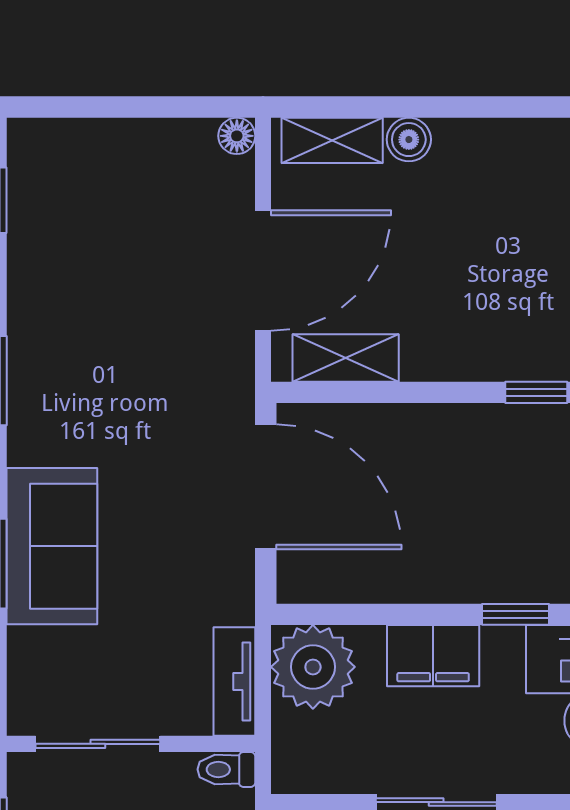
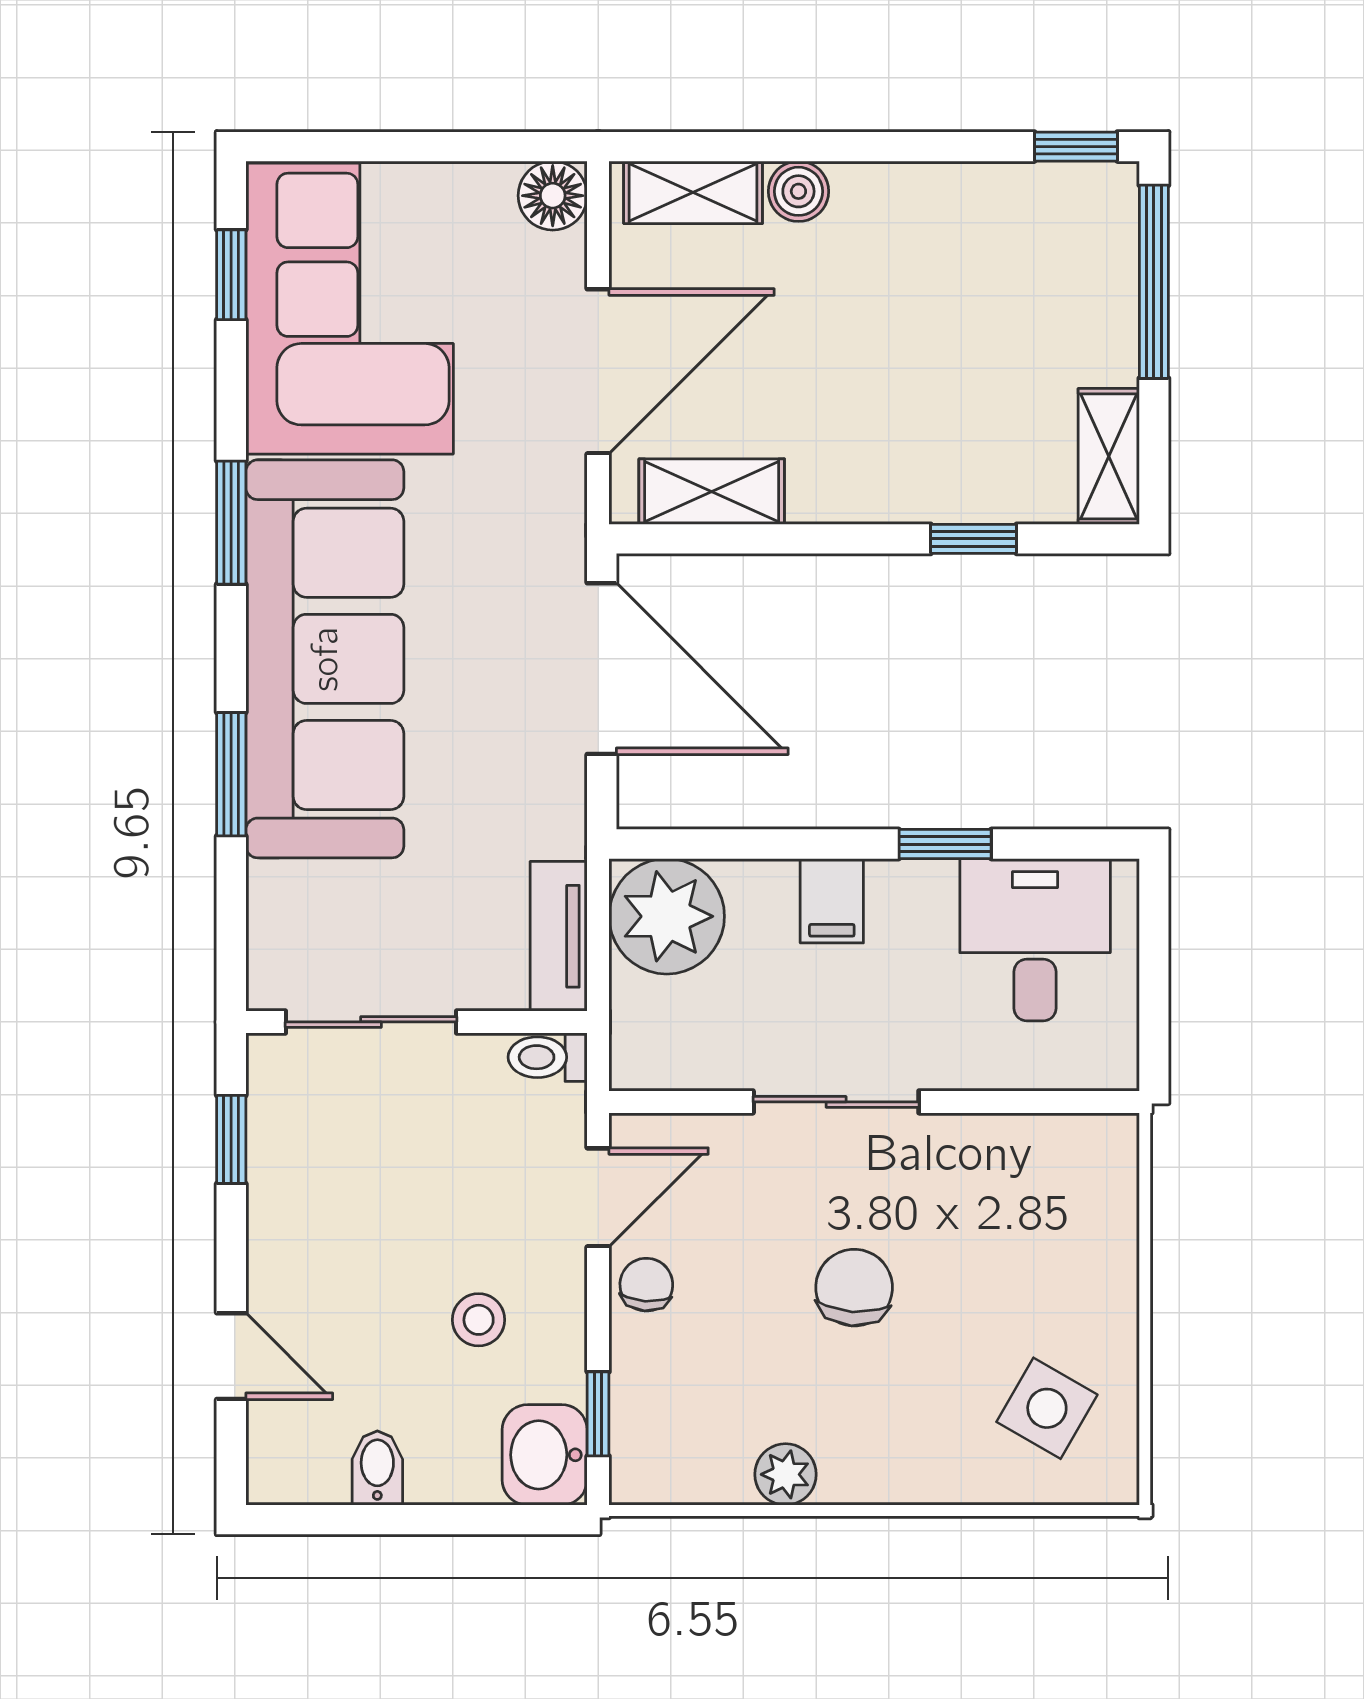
floor lamp: (237, 136) -> (553, 196), width x1.37, depth x1.37
corner sofa: (82, 225) -> (350, 309), added
sofa: (52, 546) -> (325, 659), width x1.85, depth x1.27
filing cabinet: (433, 656) -> (832, 901), width x0.50

